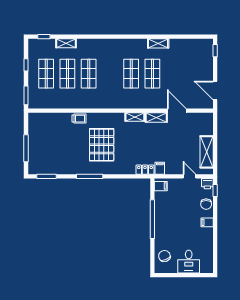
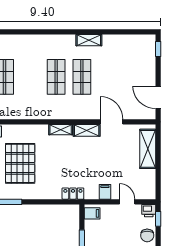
shelving: (207, 152) -> (148, 149), moved
filing cabinet: (160, 168) -> (105, 192), moved

